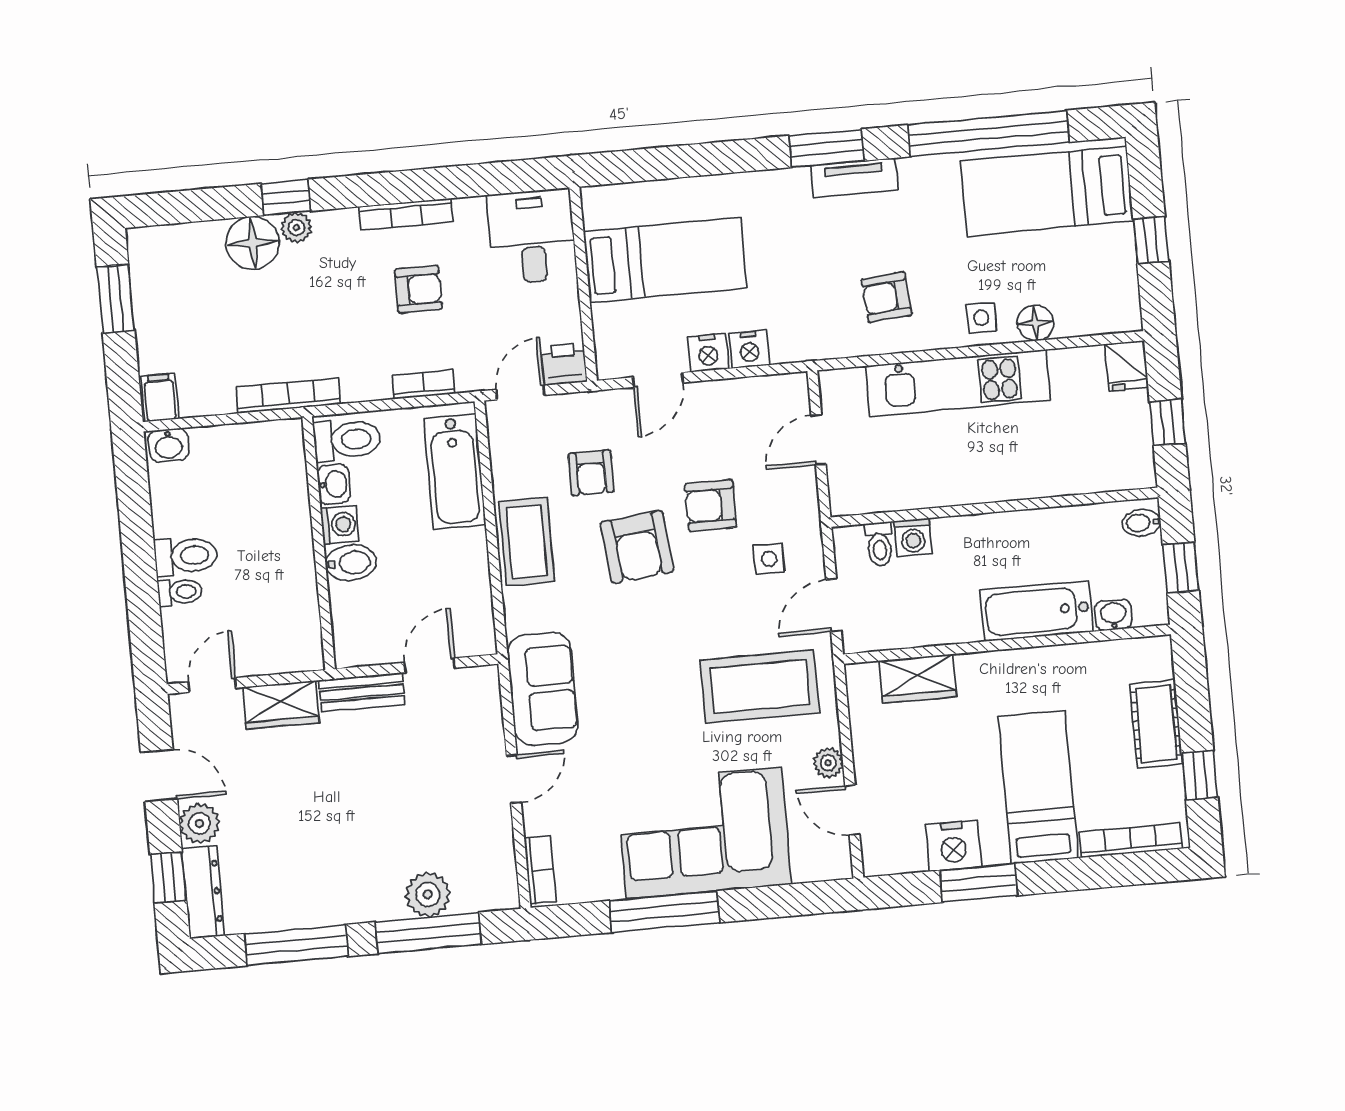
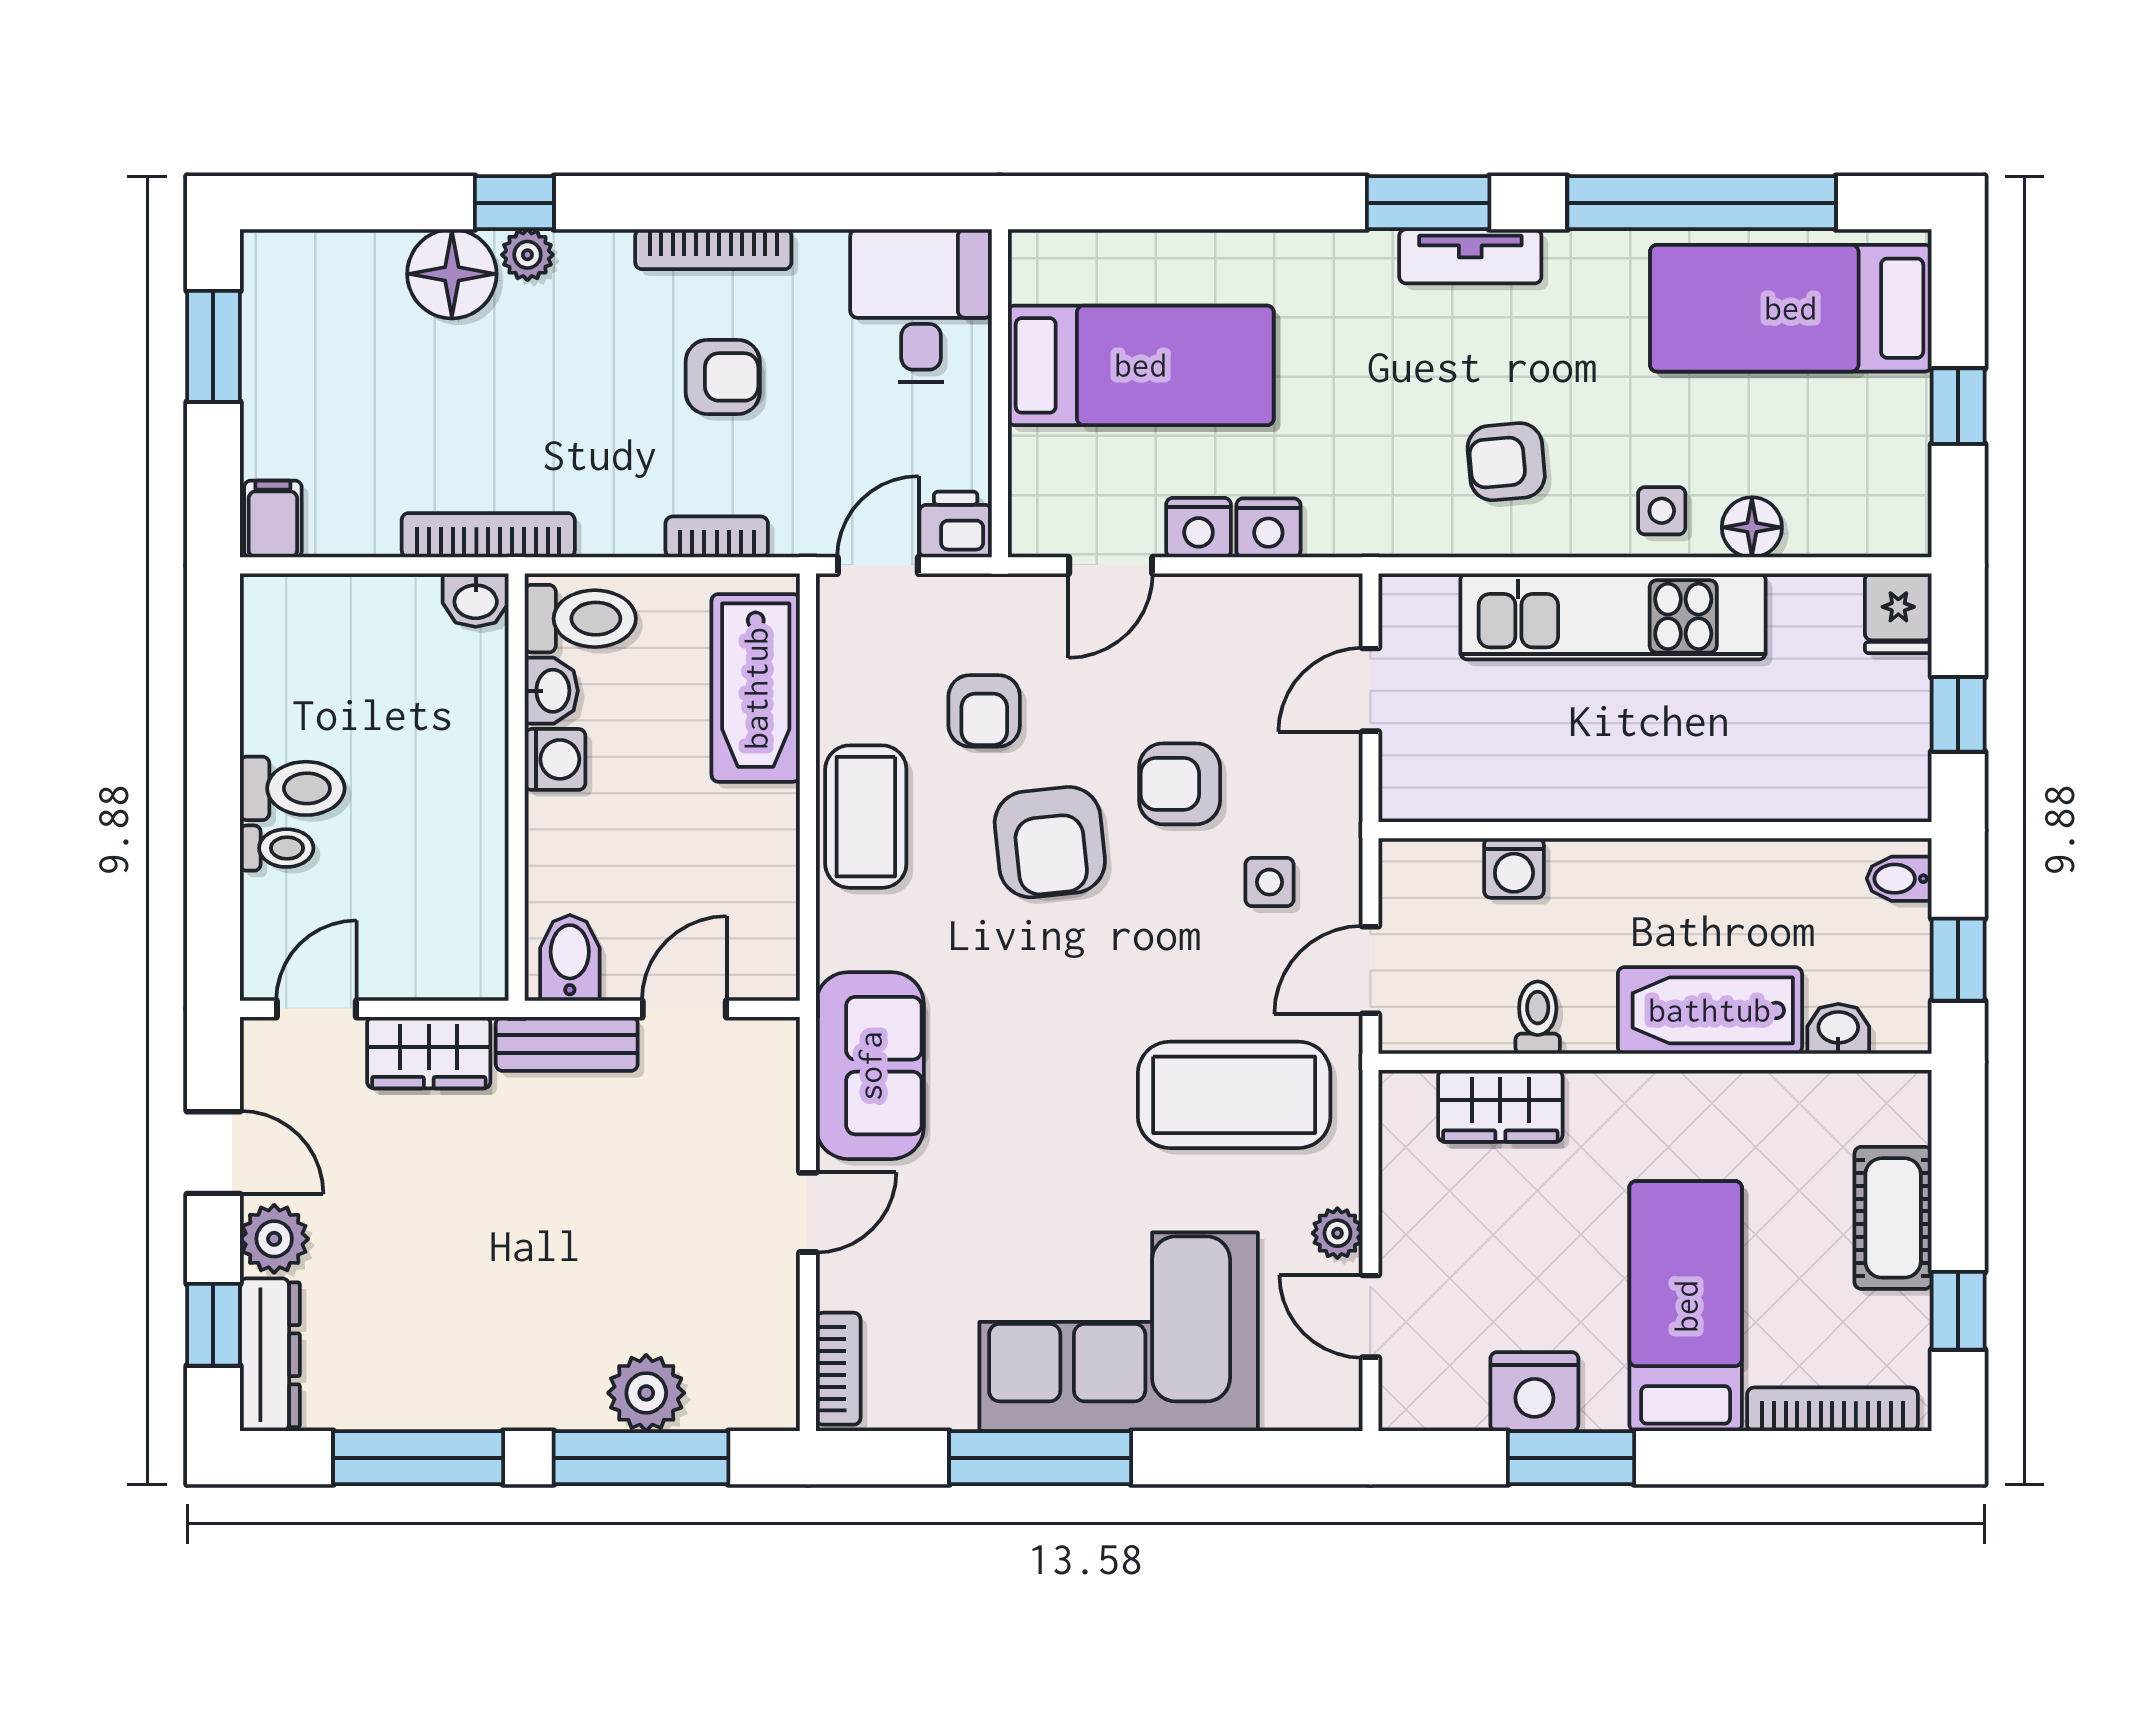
washbasin: (169, 445) -> (476, 600), moved
toilet: (879, 544) -> (1538, 1018), moved, turned 180
bidet: (351, 563) -> (570, 958), moved, turned -90

